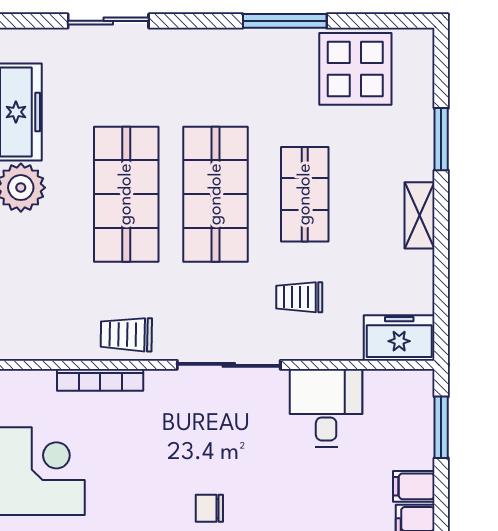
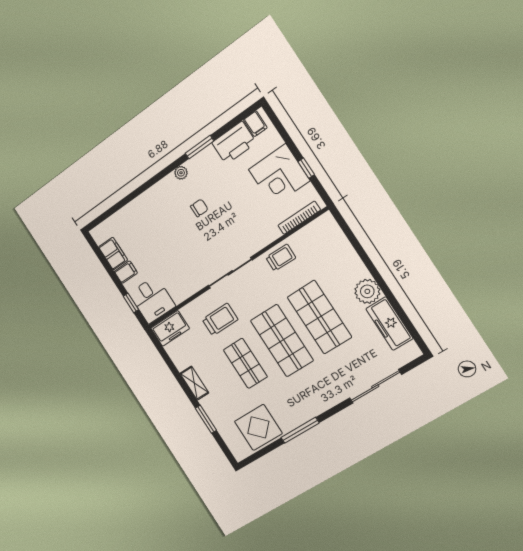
sliding door: (108, 21) -> (375, 386), width x1.37
trolley: (299, 297) -> (220, 319), width x1.36, depth x1.39
bookcase: (100, 380) -> (299, 218), moved
desk: (326, 408) -> (152, 300), moved
window: (441, 427) -> (131, 303), width x0.67

